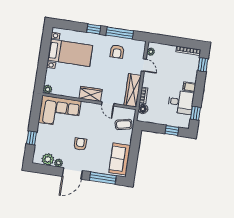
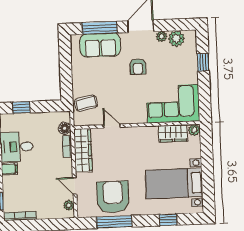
window: (94, 29) -> (168, 220), moved
armchair: (117, 52) -> (113, 197), width x1.88, depth x1.88
wardrobe: (91, 94) -> (173, 133), moved
sofa: (120, 159) -> (100, 45), moved, turned 90

